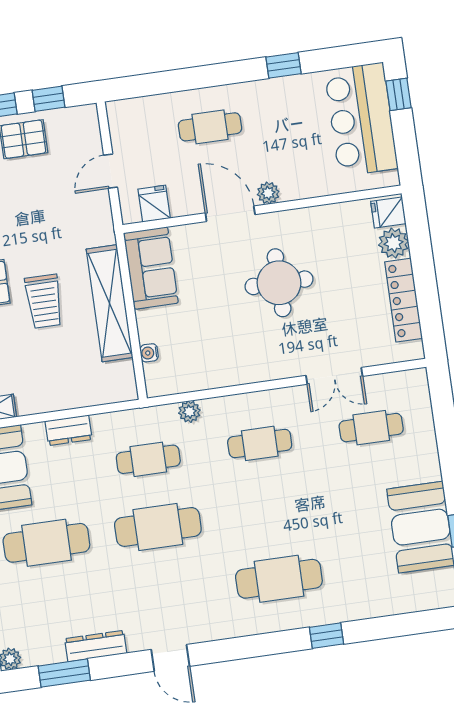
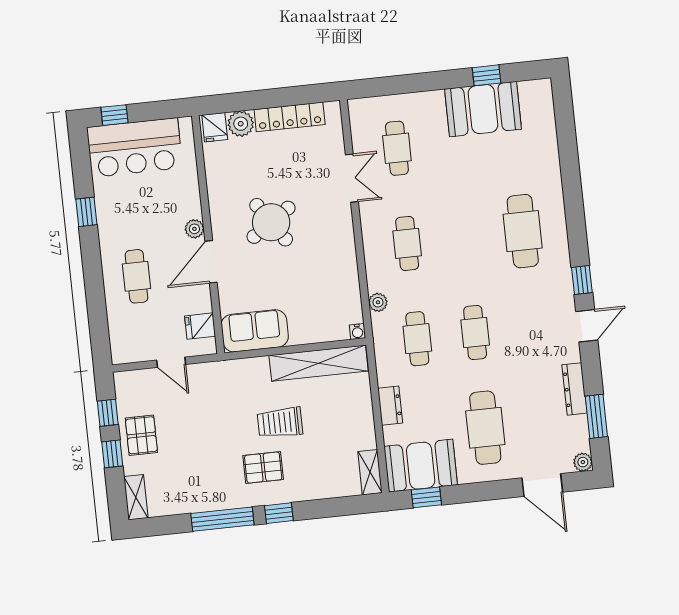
round table: (279, 283) -> (271, 222), turned -34
trolley: (44, 301) -> (280, 423), turned 180
shelving: (110, 303) -> (319, 363), moved
water cooler: (149, 353) -> (357, 332), moved
cafe table: (158, 527) -> (475, 332), width x0.73, depth x0.74
window: (326, 636) -> (582, 280), moved

